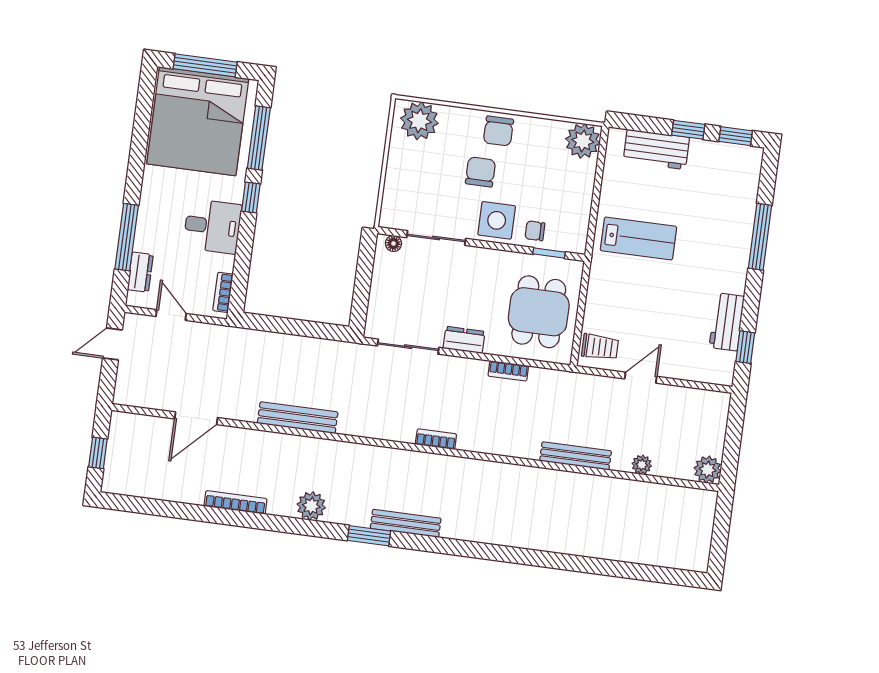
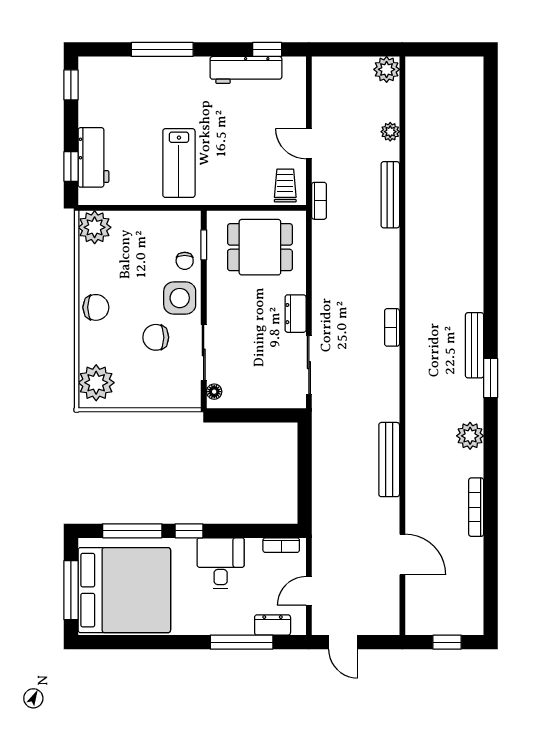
window: (688, 130) -> (71, 166), moved
chair: (481, 172) -> (156, 337), moved
lab bench: (638, 238) -> (179, 163), turned 180
workbench: (727, 322) -> (246, 70), width x1.38
bookcase: (508, 371) -> (319, 201), moved

